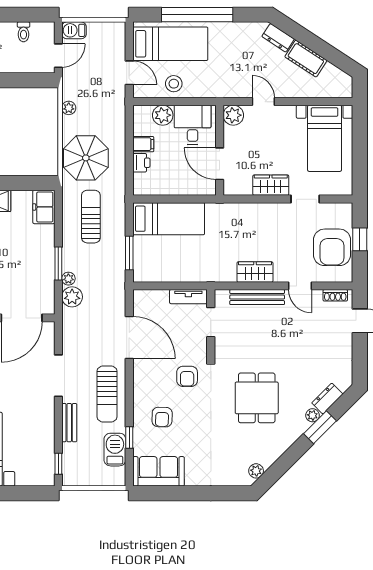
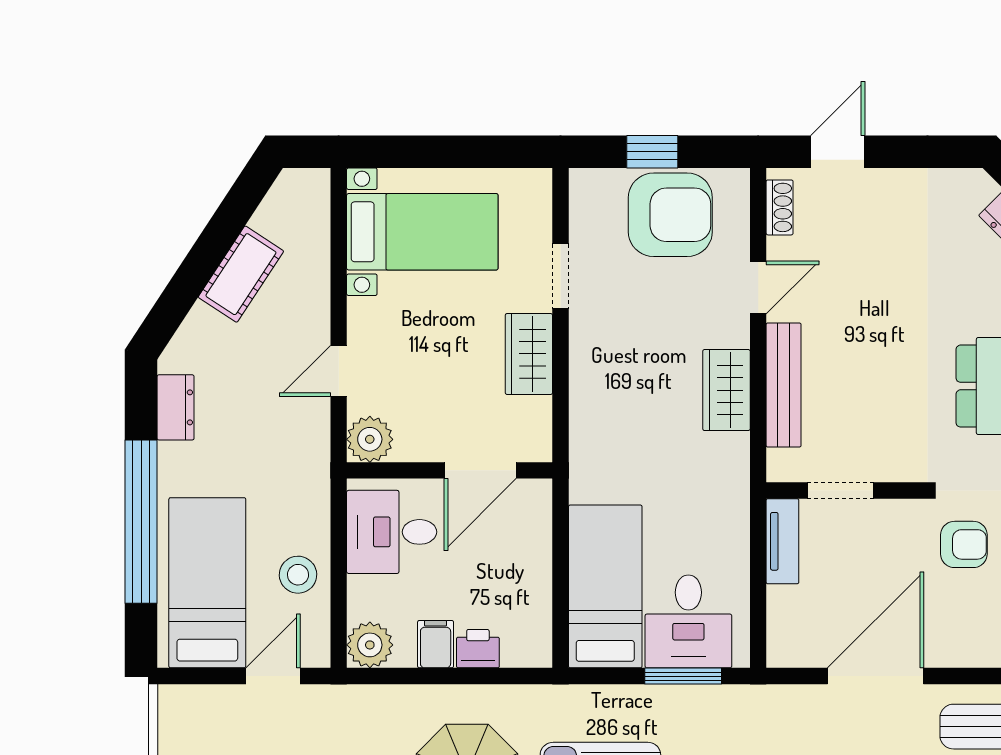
dresser: (278, 38) -> (176, 407), moved, turned -33
plant: (163, 115) -> (370, 645), moved
desk: (153, 255) -> (688, 621), added

